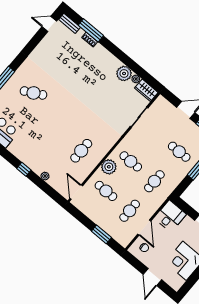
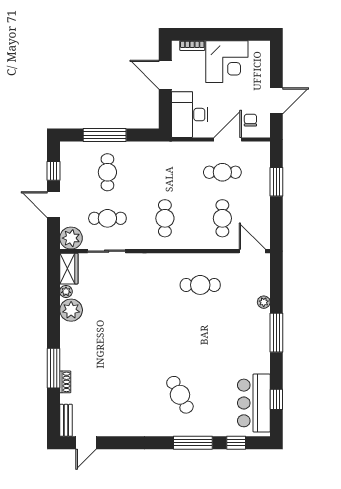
door: (49, 24) -> (86, 443), hinge flipped
window: (91, 30) -> (54, 368), moved
plant: (109, 167) -> (71, 238), moved
window: (24, 169) -> (276, 333), width x2.17
cafe table: (154, 181) -> (107, 218), moved
door: (76, 192) -> (252, 251), swing flipped
desk: (170, 216) -> (190, 115), width x1.37
door: (152, 277) -> (276, 101), moved

